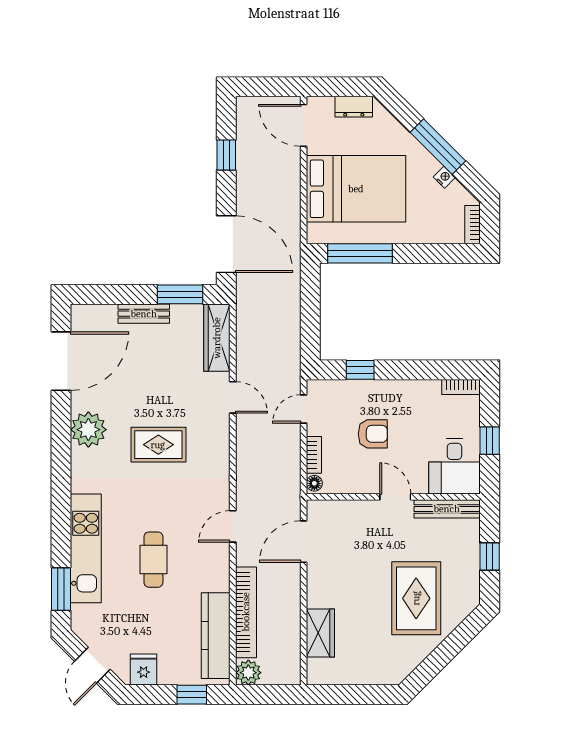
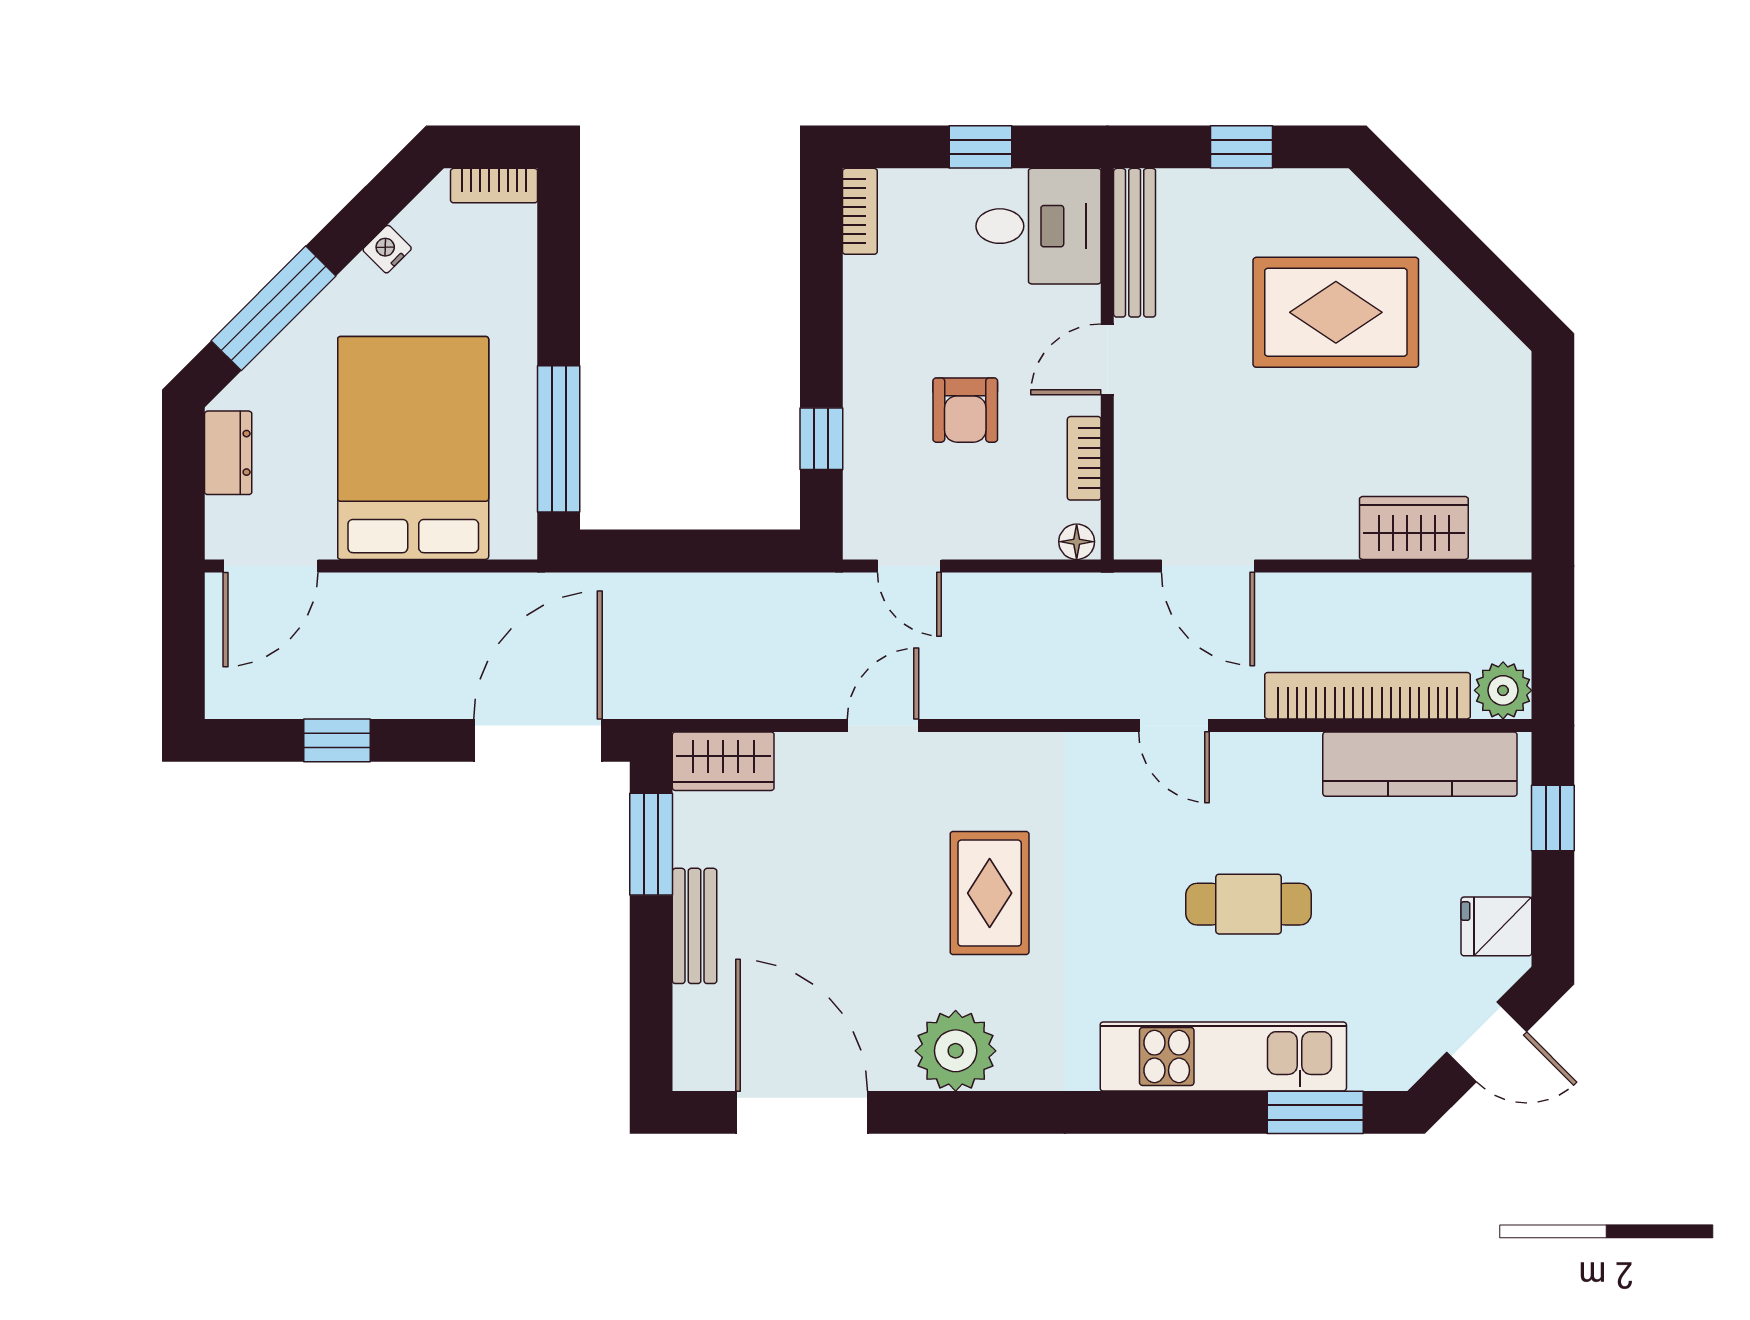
window: (438, 147) -> (273, 308), moved
wardrobe: (217, 338) -> (723, 761), width x0.67
armchair: (373, 434) -> (965, 410), turned 180
bookcase: (314, 455) -> (1084, 458), moved, turned -90

